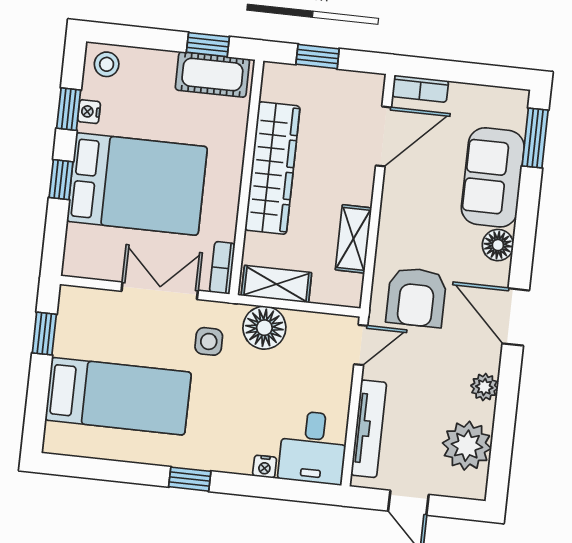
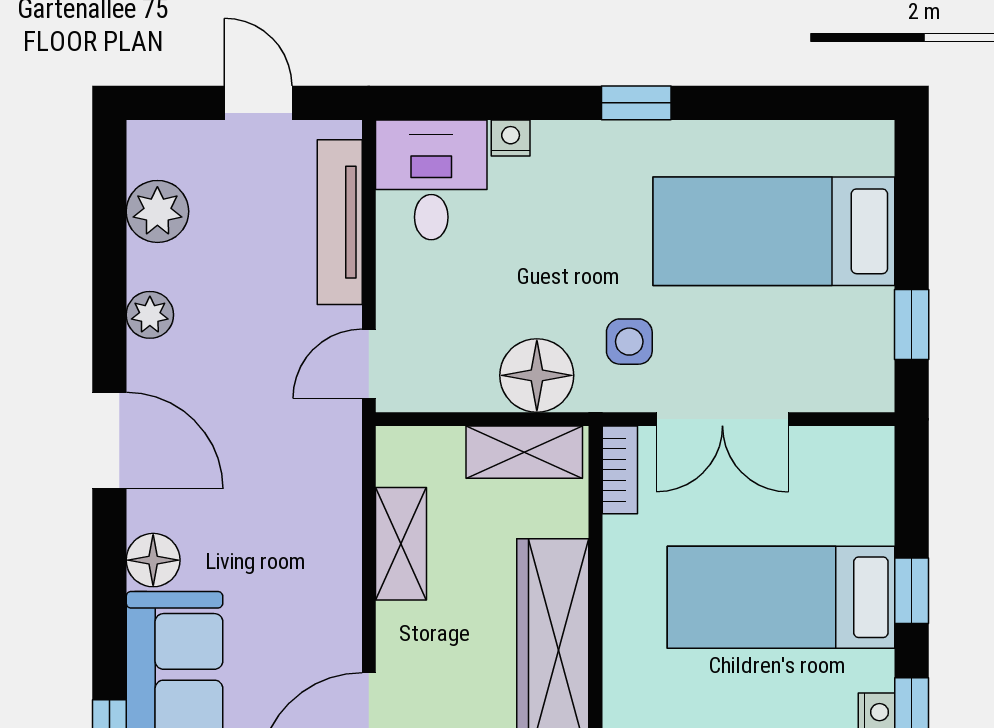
bed: (137, 184) -> (781, 597), width x0.67
armchair: (416, 297) -> (283, 456), removed
plant: (467, 446) -> (157, 211), width x0.73, depth x0.73

